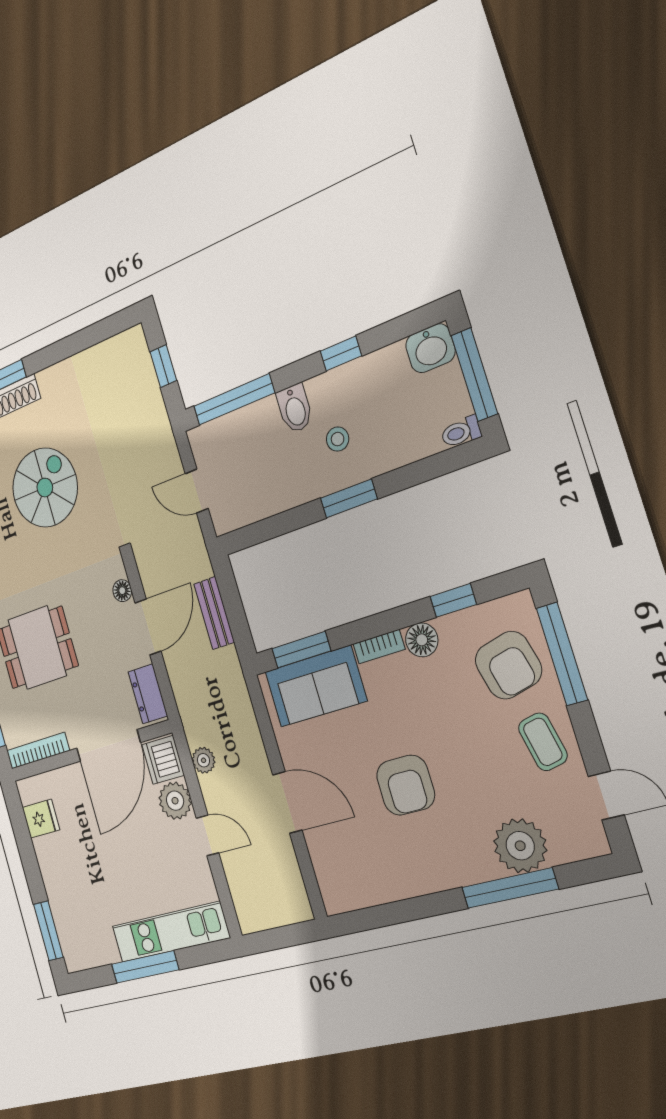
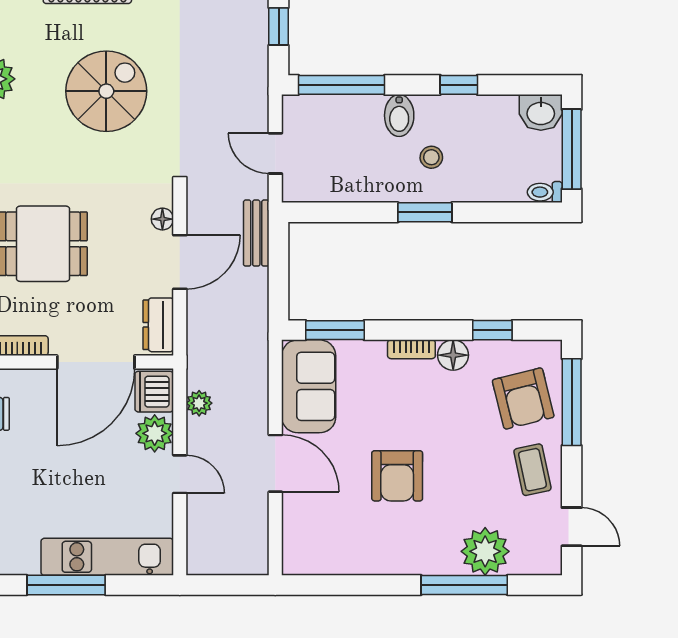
bench: (214, 613) -> (256, 233), moved
sofa: (316, 686) -> (309, 386), moved, turned -90

